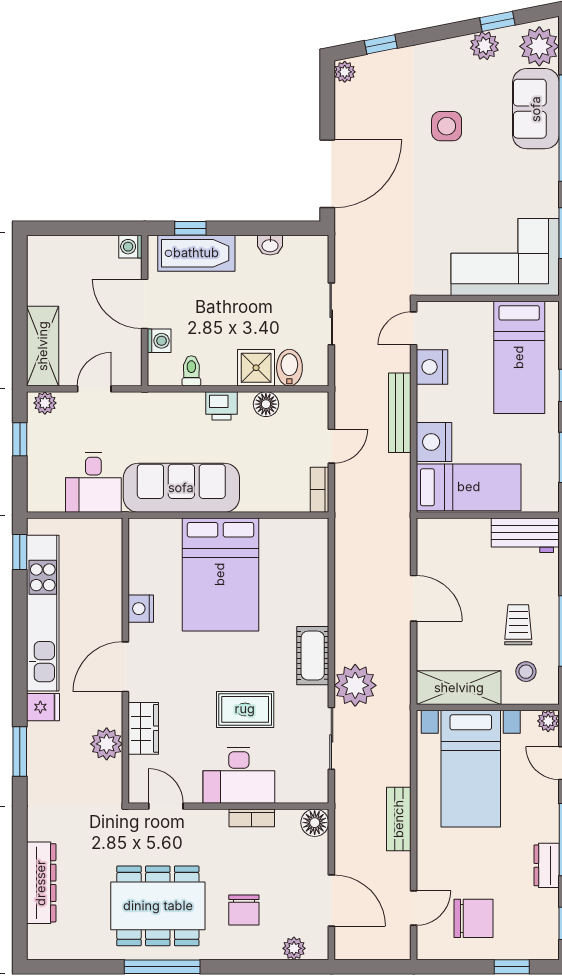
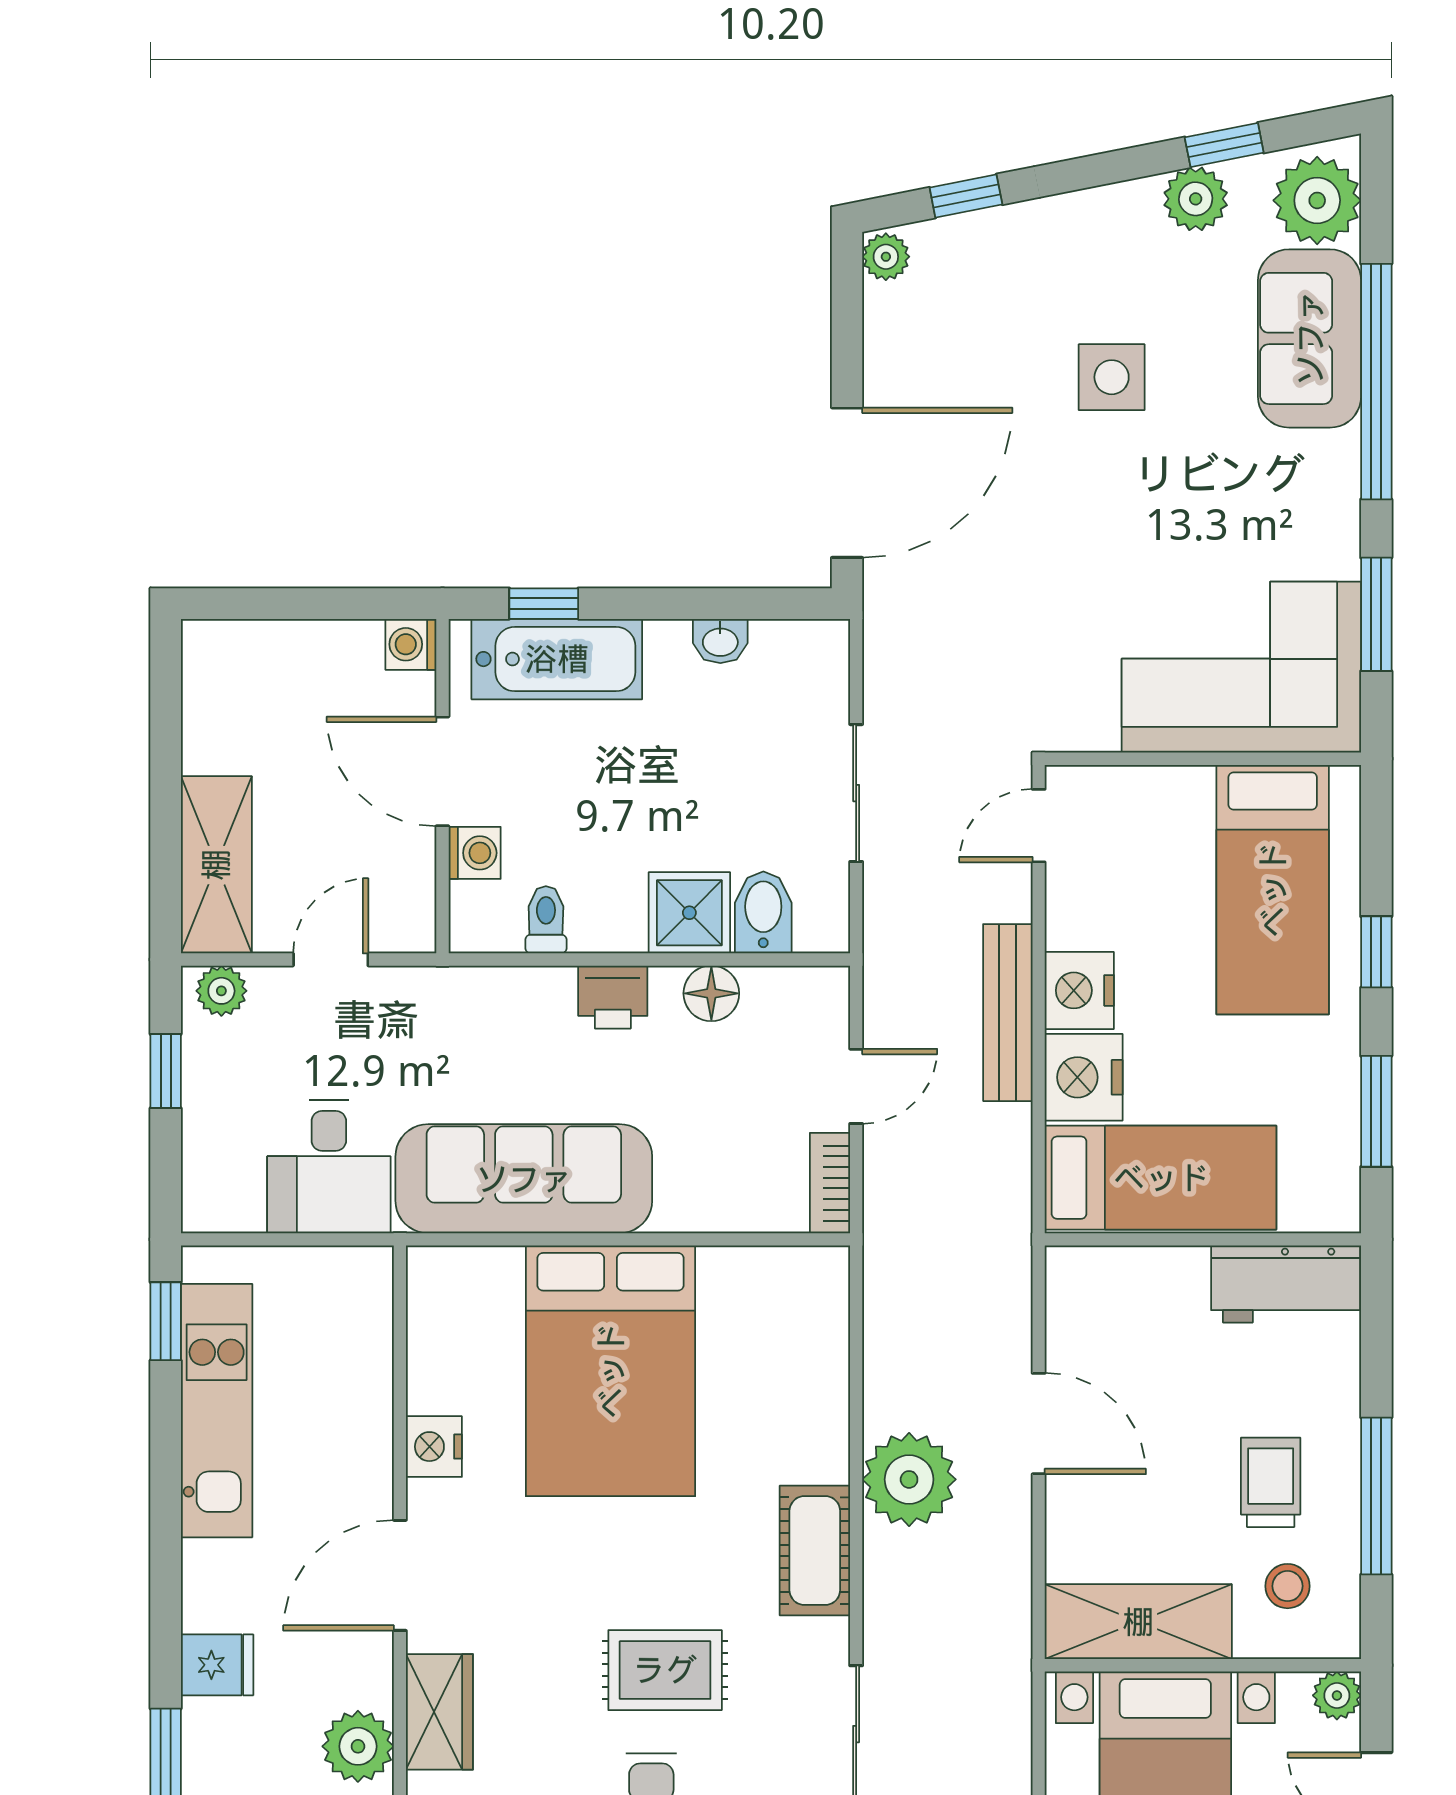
nightstand: (432, 367) -> (1079, 990), moved
kitchen unit: (43, 613) -> (217, 1411), width x0.73
plant: (355, 685) -> (909, 1479), moved

